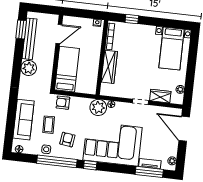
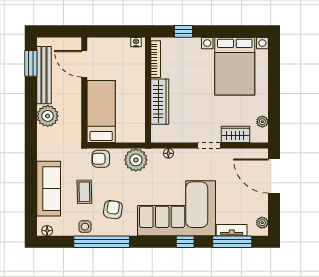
door: (59, 34) -> (84, 64), swing flipped
bed with nightstands: (172, 49) -> (235, 66), width x1.36
plant: (98, 107) -> (136, 160), moved
window: (90, 165) -> (185, 242), moved

